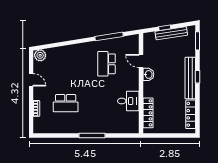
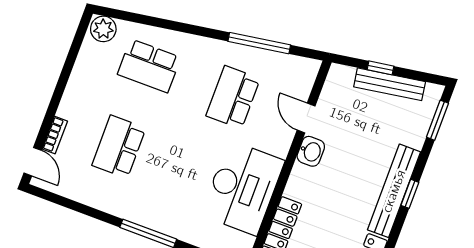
school desk: (66, 64) -> (149, 66), added
door: (31, 80) -> (33, 162), moved
desk: (128, 101) -> (243, 188), width x1.87, depth x1.30
school desk: (66, 103) -> (119, 147), turned 90

